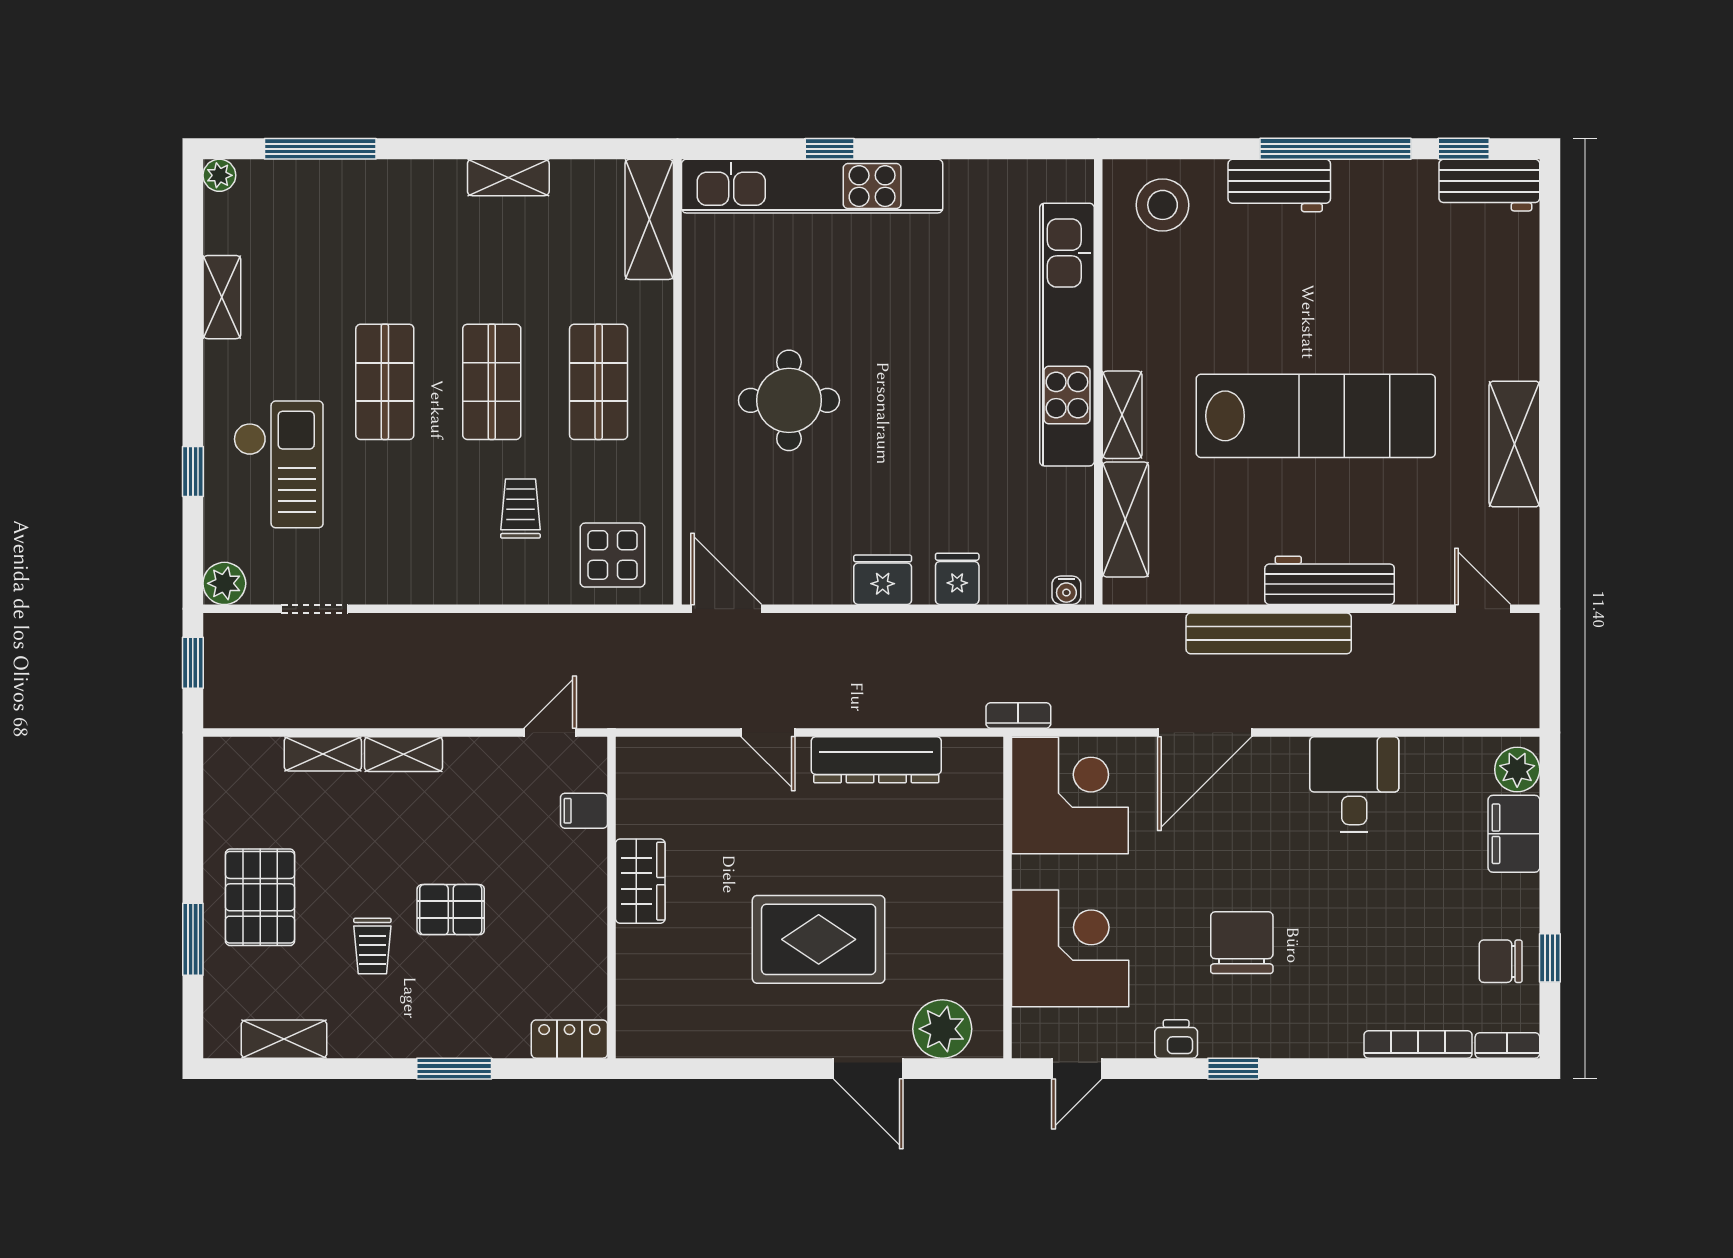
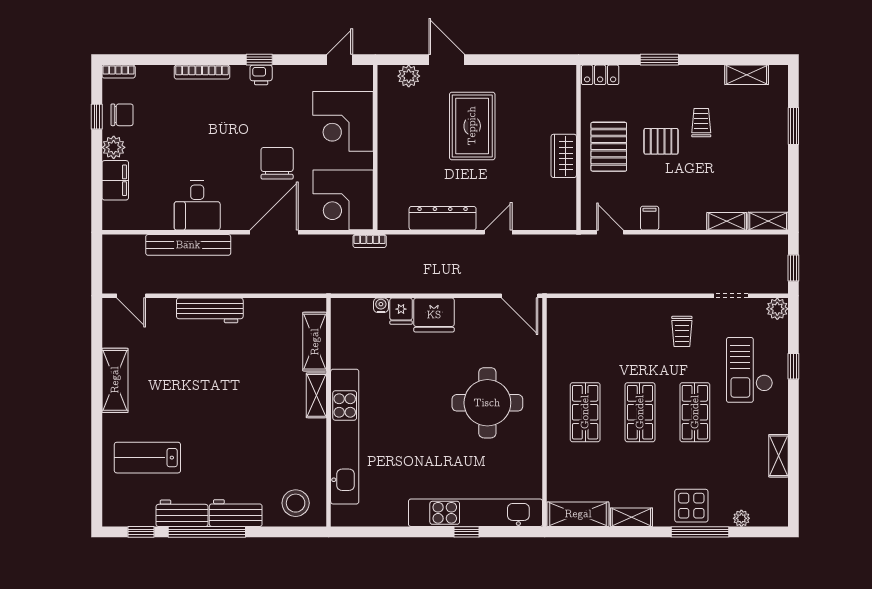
window: (320, 149) -> (700, 532), moved
plant: (219, 175) -> (741, 518), moved
workbench: (1489, 185) -> (182, 513), moved
shelving: (649, 219) -> (578, 514), moved, turned 90
round table: (789, 400) -> (487, 403), width x1.36, depth x1.36
lab bench: (1316, 416) -> (147, 458), moved, width x0.54, depth x0.72
trolley: (520, 509) -> (682, 331), moved
display table: (612, 555) -> (691, 506), moved
fridge: (883, 580) -> (434, 315), width x1.36, depth x1.34
water cooler: (1066, 590) -> (381, 305), moved
bench: (1269, 633) -> (188, 245), moved
door: (550, 732) -> (610, 232), swing flipped
door: (768, 732) -> (498, 232), hinge flipped
shelving: (404, 754) -> (768, 221), moved
plant: (1517, 770) -> (114, 147), moved
filing cabinet: (584, 811) -> (650, 218), moved, turned -90
pallet: (260, 897) -> (609, 147), moved
rug: (819, 939) -> (472, 126), turned 90
chair: (1242, 943) -> (277, 163), moved, turned 180
plant: (942, 1029) -> (409, 76), width x0.73, depth x0.73
printer: (1176, 1039) -> (261, 75), moved
bookcase: (1418, 1044) -> (202, 72), moved

